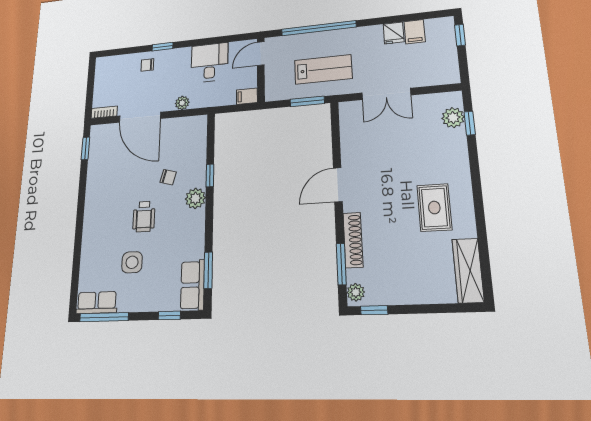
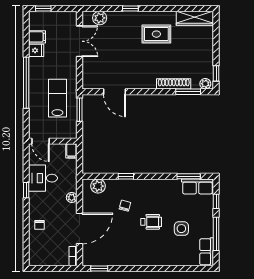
window: (319, 28) -> (26, 83), moved
window: (163, 47) -> (26, 190), moved
double door: (386, 94) -> (79, 41), moved
window: (470, 123) -> (130, 8), moved
door: (338, 185) -> (115, 92), moved
plant: (195, 198) -> (98, 186), moved
window: (104, 317) -> (216, 234), moved

